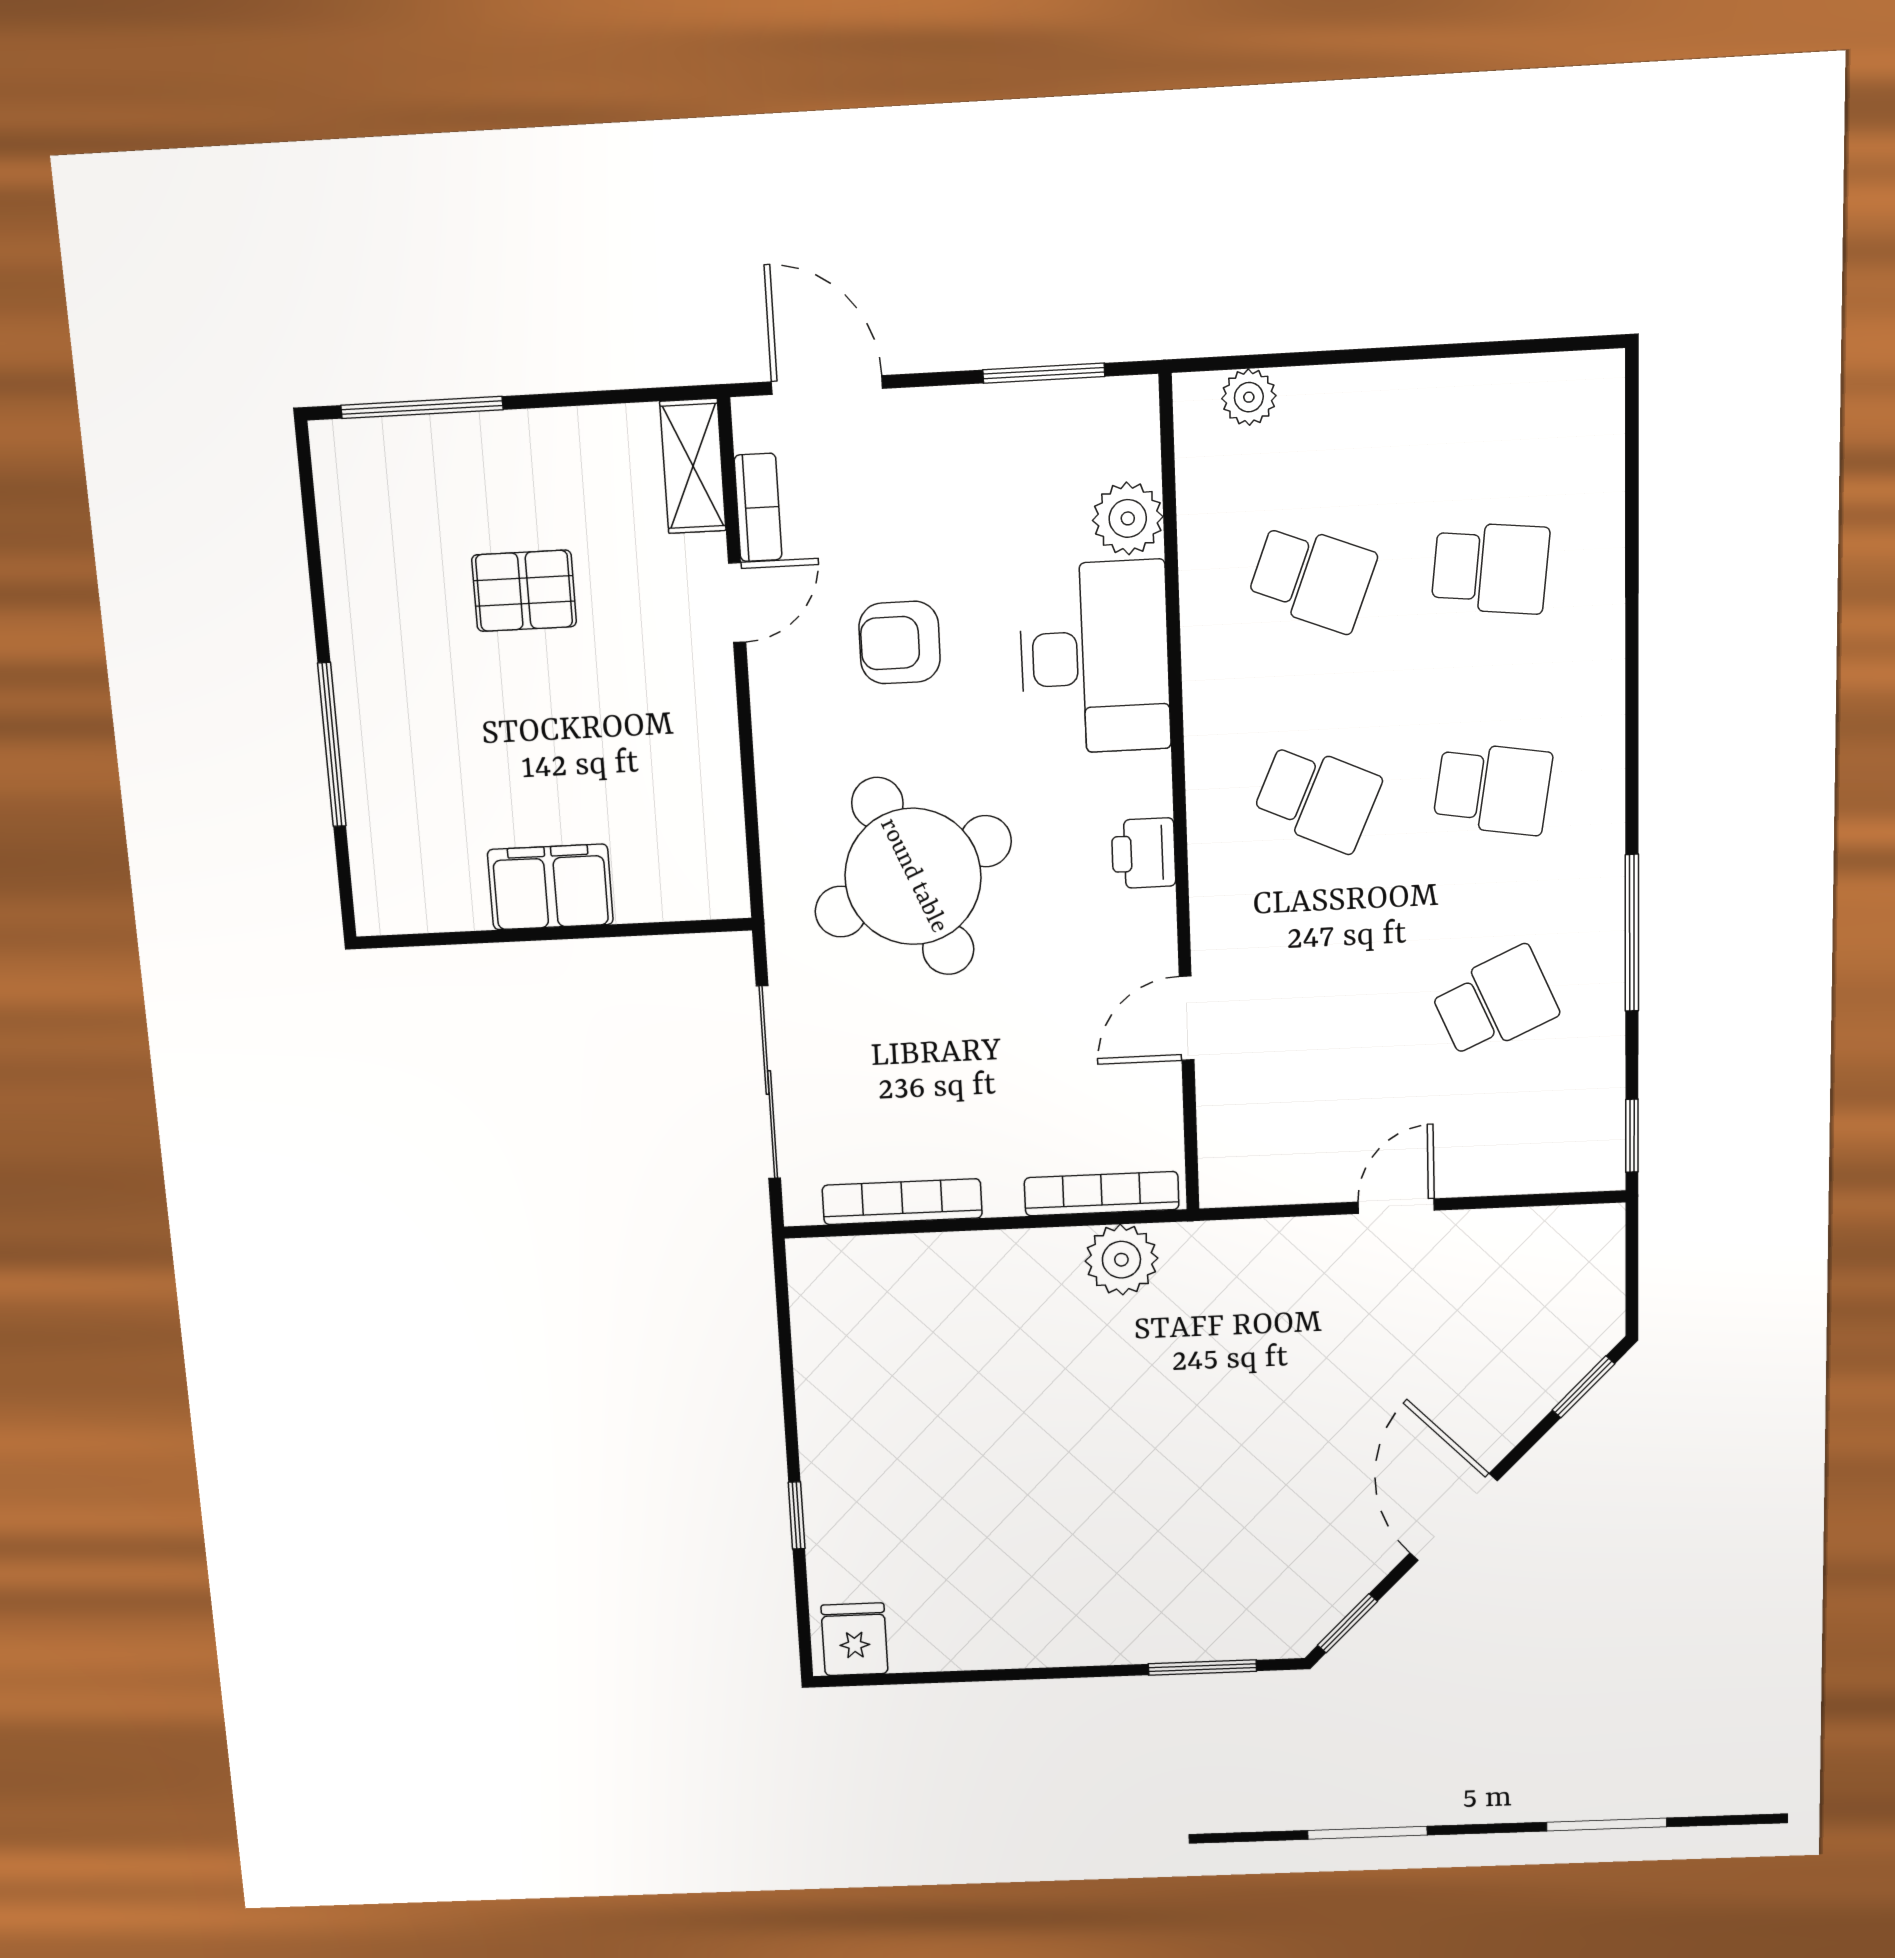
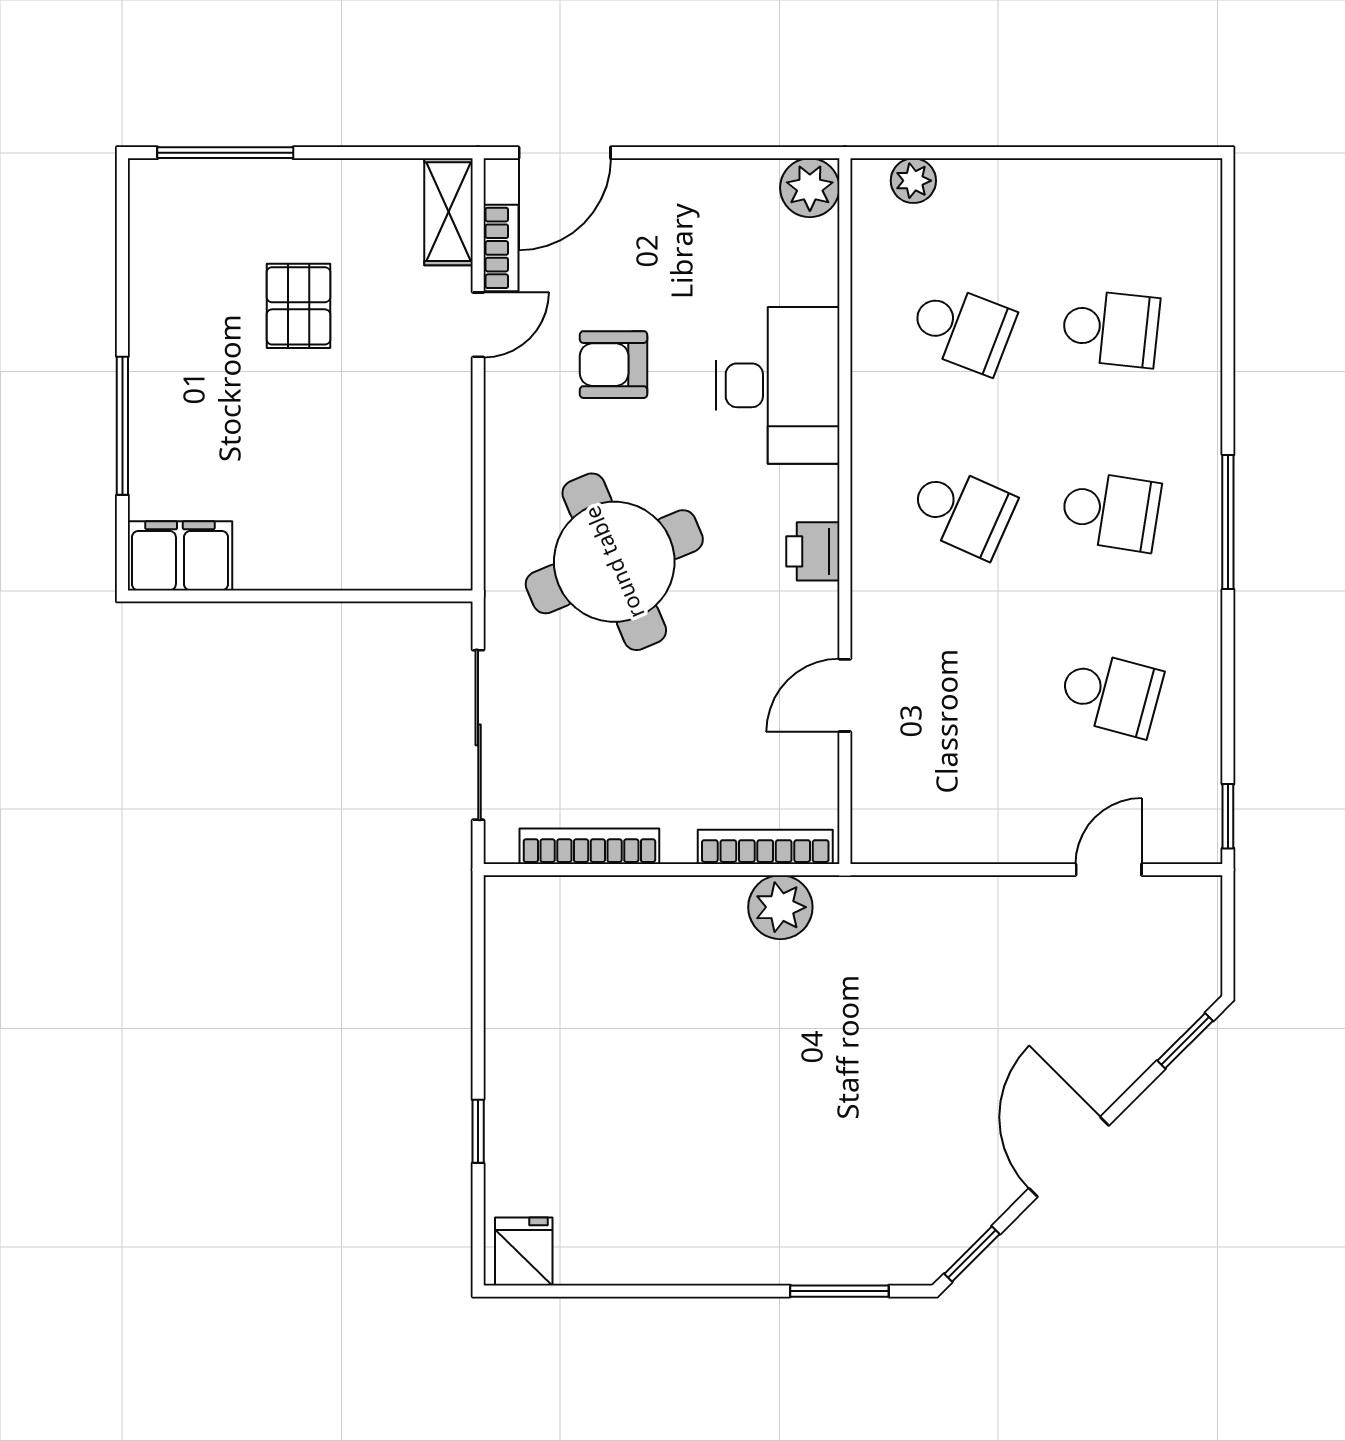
window: (1044, 373) -> (745, 153), removed
door: (827, 385) -> (565, 153), swing flipped
plant: (1128, 518) -> (810, 188), moved
pallet: (524, 591) -> (298, 306), turned 90
filing cabinet: (550, 887) -> (180, 556), moved
window: (1632, 933) -> (1228, 522), moved
school desk: (1495, 1002) -> (1111, 694), turned 39
door: (1396, 1206) -> (1109, 870), moved

